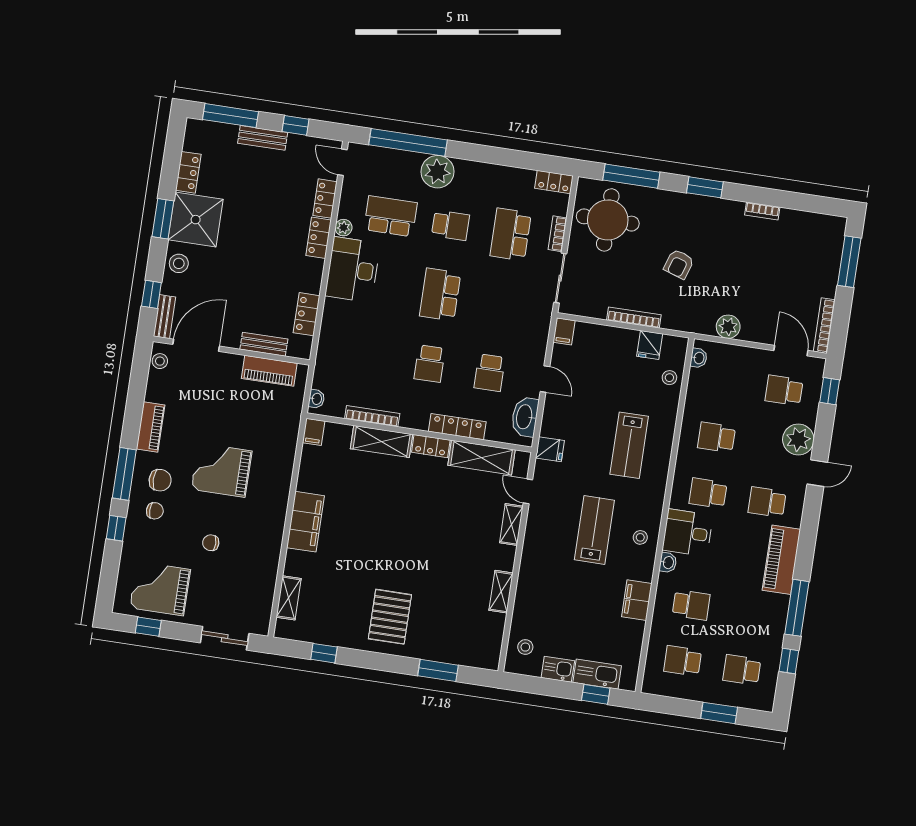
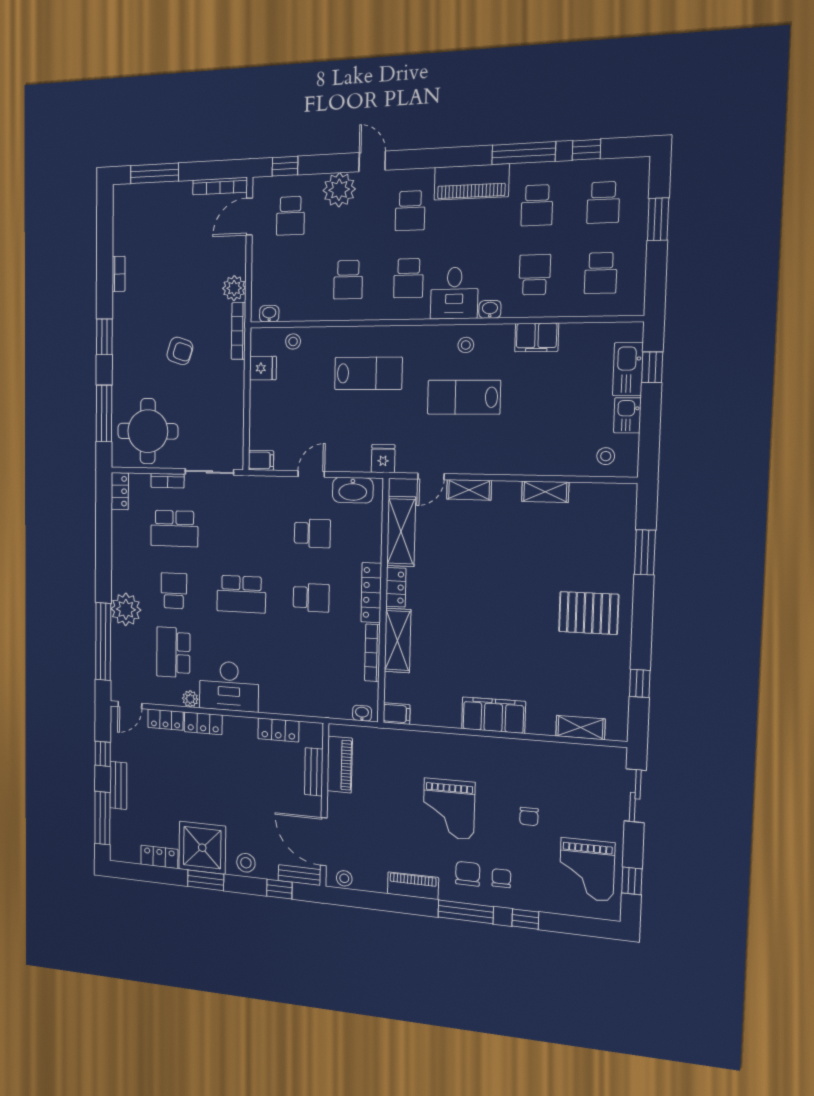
bookcase: (634, 317) -> (239, 331), moved
locker: (457, 427) -> (371, 593), moved
school desk: (750, 614) -> (537, 205), added

